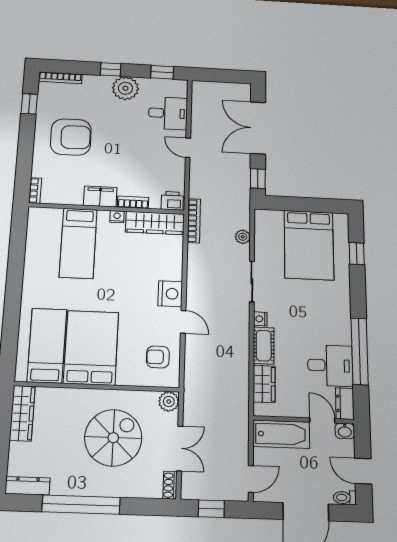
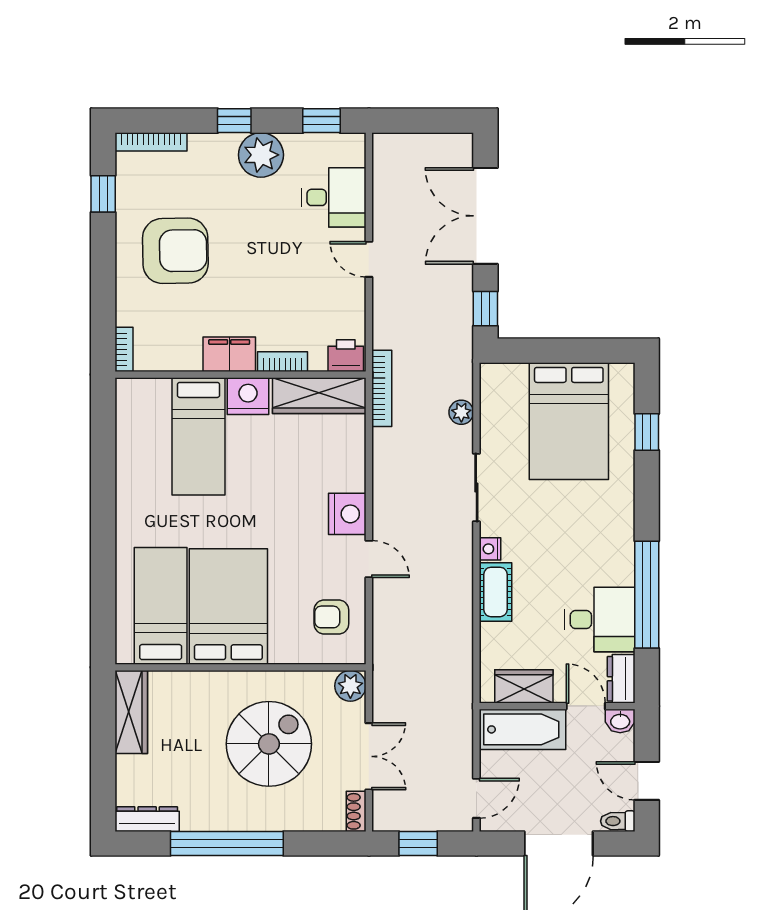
nightstand: (117, 217) -> (248, 396), width x1.89, depth x1.79
wardrobe: (264, 384) -> (524, 686), moved, turned -90

